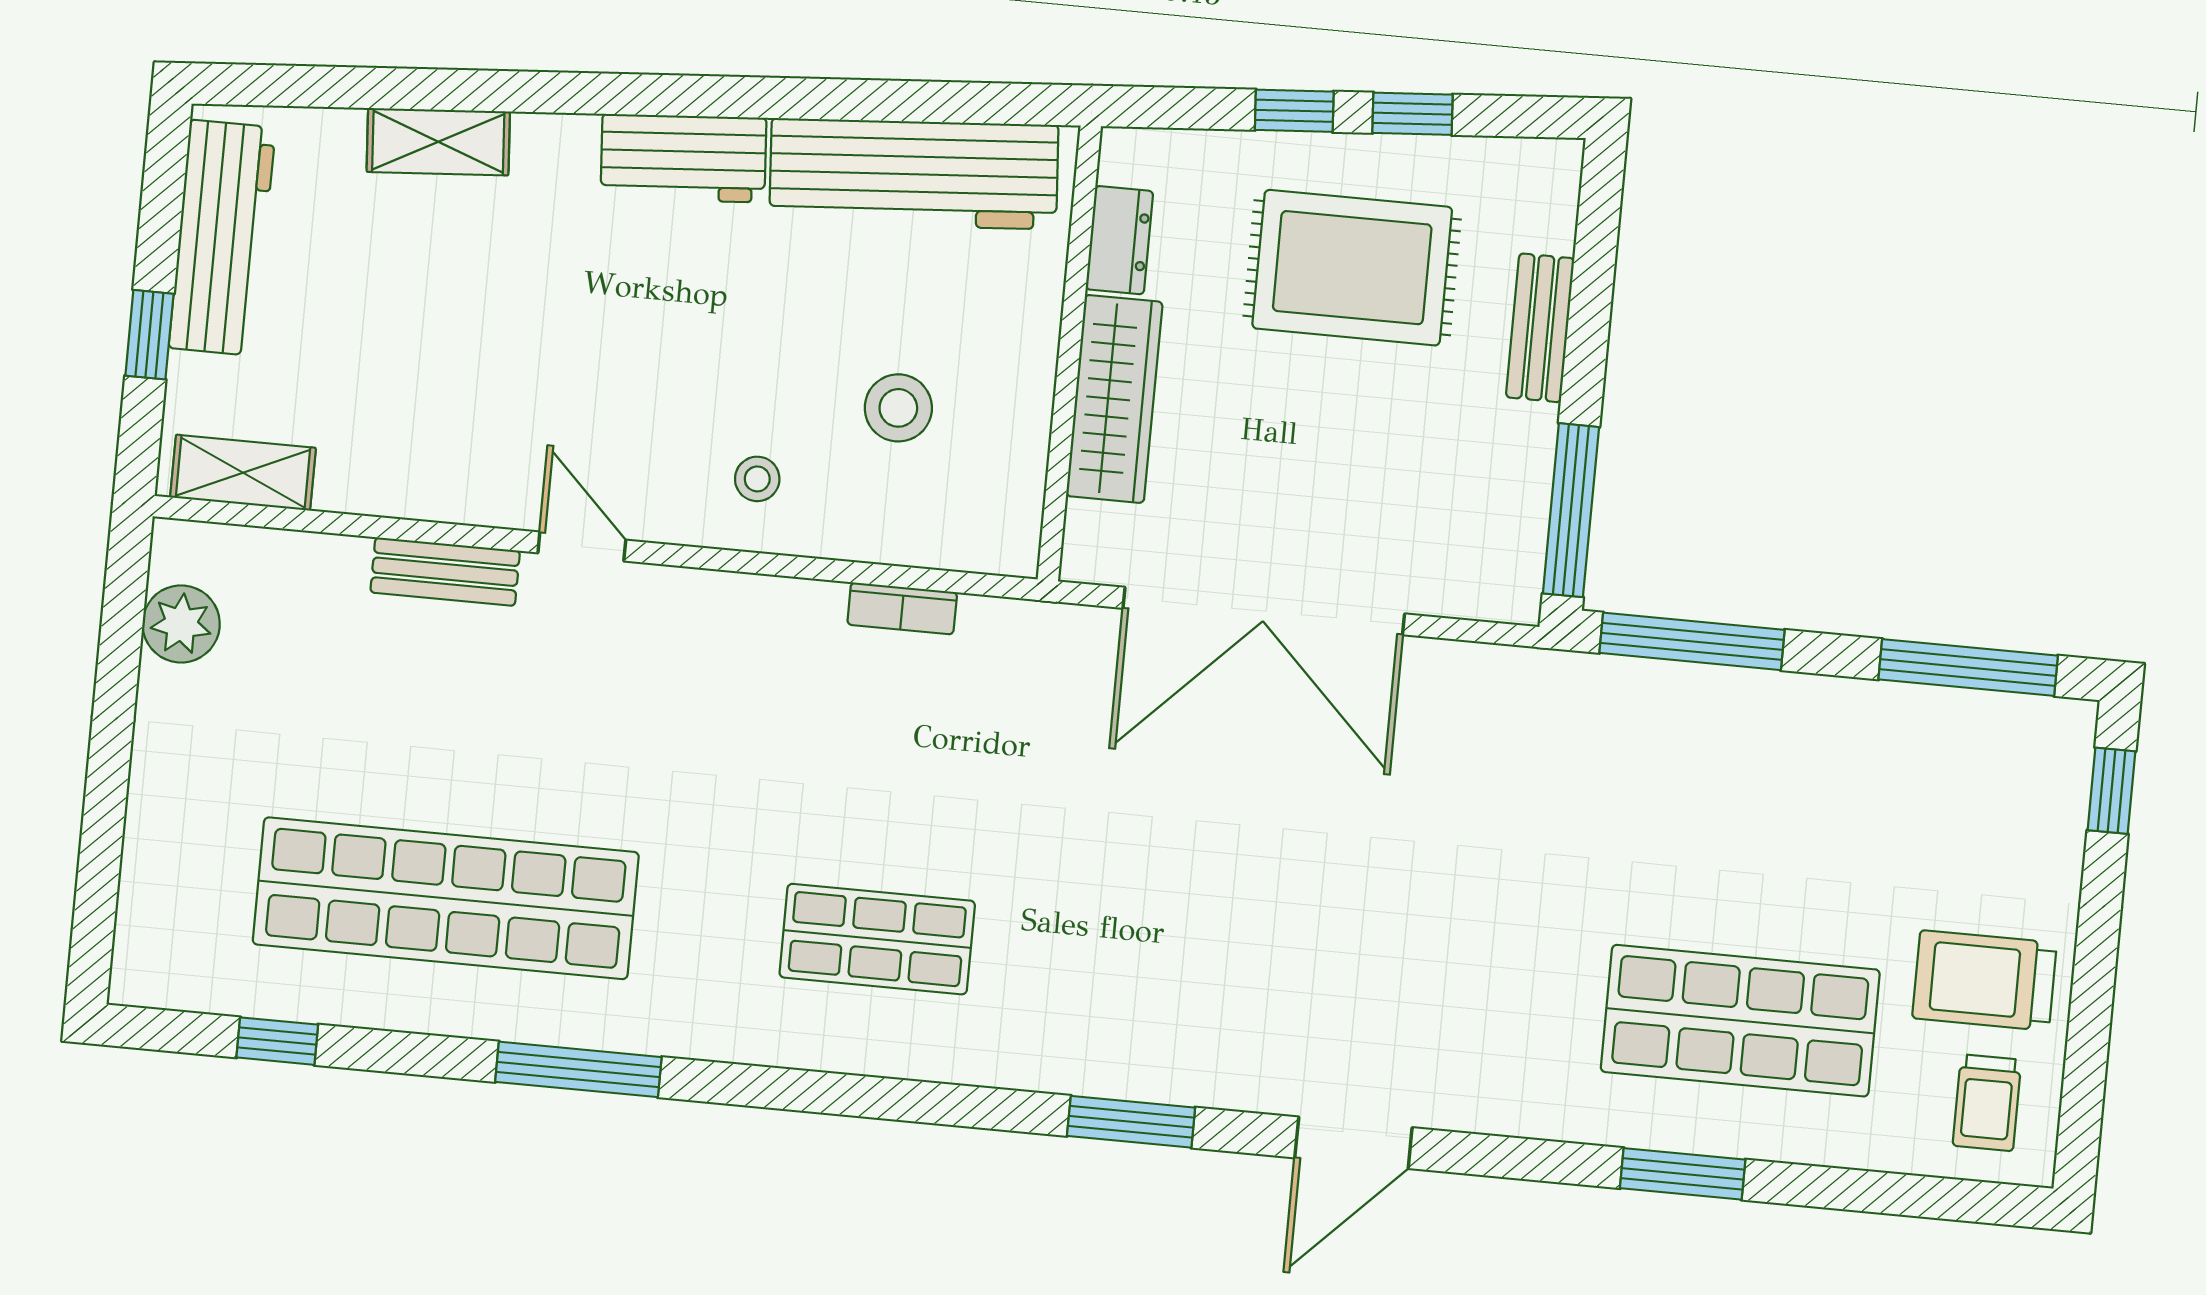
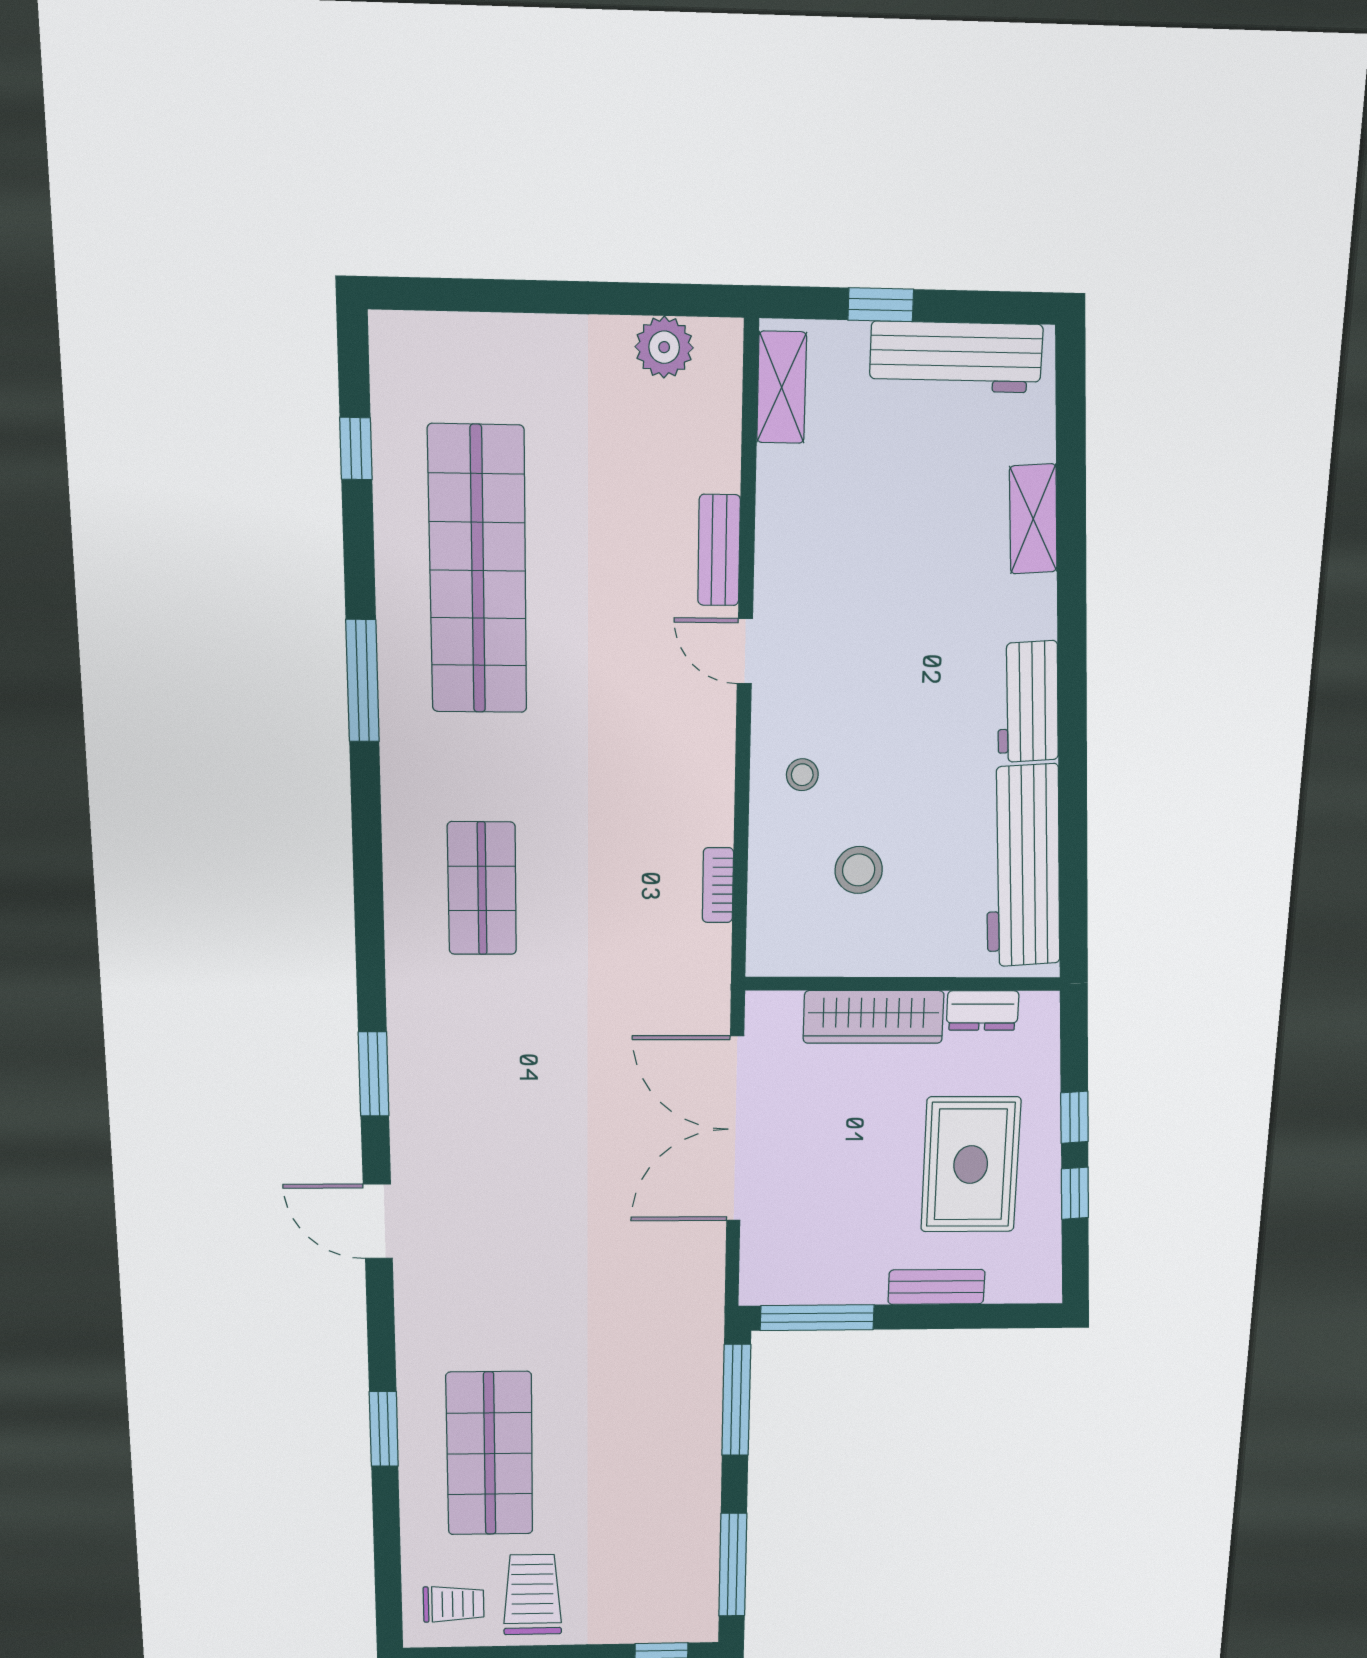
door: (582, 547) -> (745, 651), swing flipped
trolley: (1987, 1103) -> (454, 1604), turned 180

